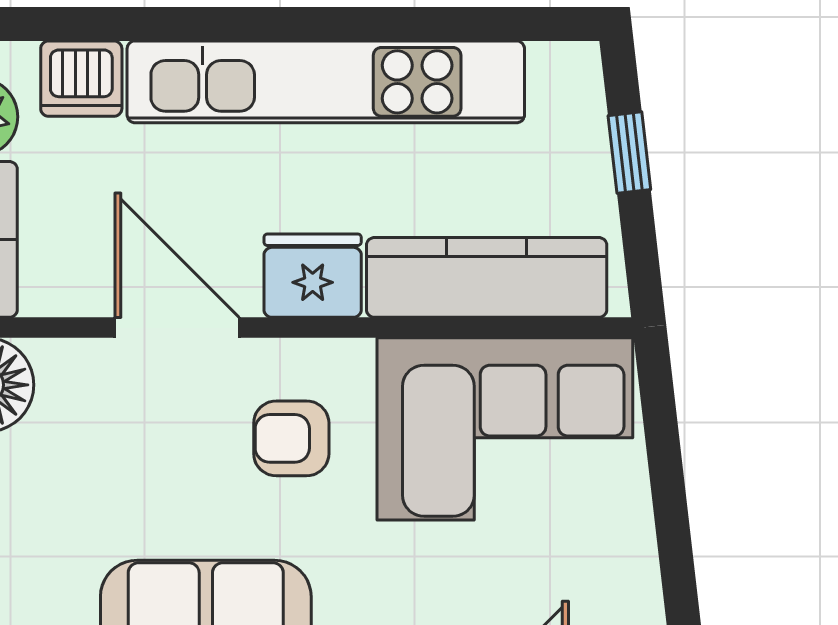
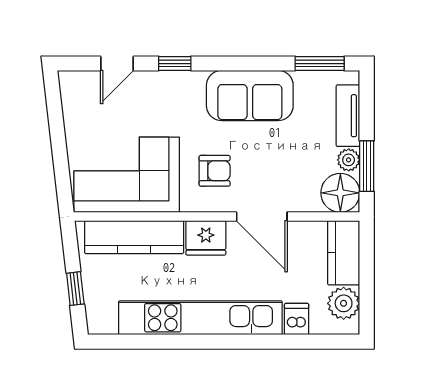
dishwasher: (81, 79) -> (297, 319), width x0.73

